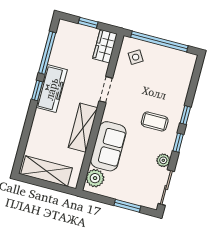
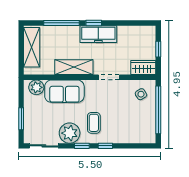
window: (47, 53) -> (62, 23), moved
plant: (163, 160) -> (70, 133), width x1.87, depth x1.87

